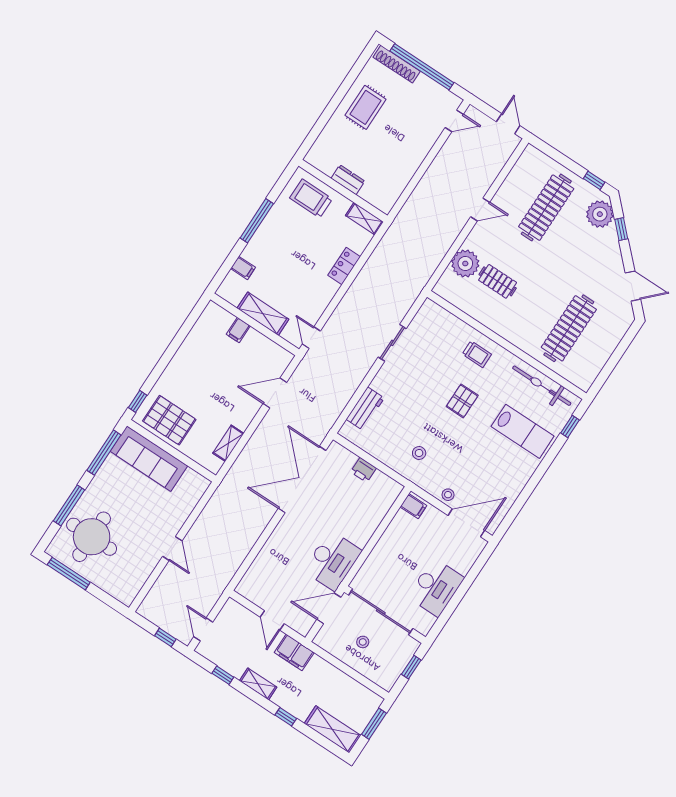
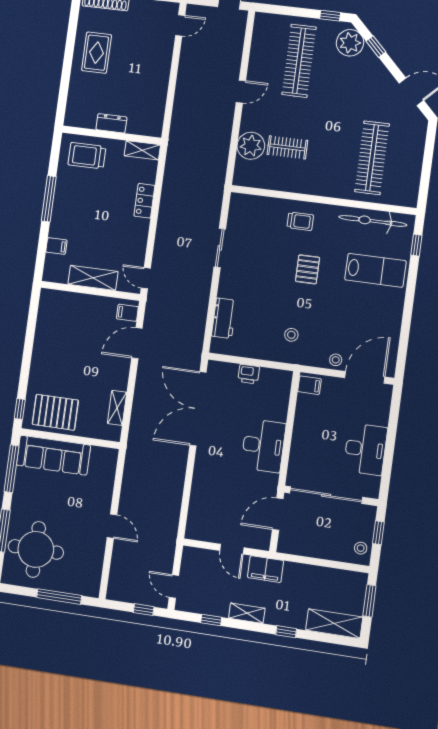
filing cabinet: (238, 330) -> (127, 313), moved, turned 90
desk: (332, 561) -> (263, 446), moved
window: (69, 574) -> (59, 597), moved
stool: (363, 642) -> (361, 548), moved

